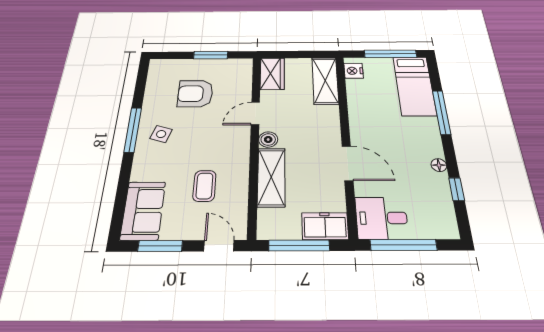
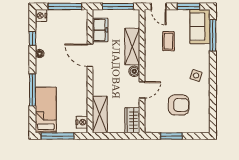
window: (133, 130) -> (213, 35), moved
desk: (382, 218) -> (74, 22), removed
freezer: (325, 226) -> (100, 30), moved, turned -90
nightstand: (448, 228) -> (41, 16), added

